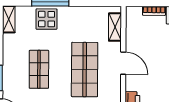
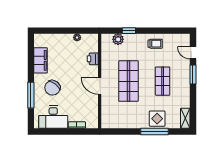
shelving: (115, 27) -> (106, 113), removed

